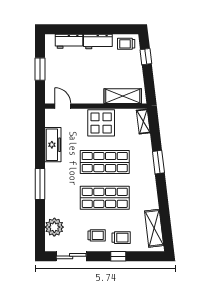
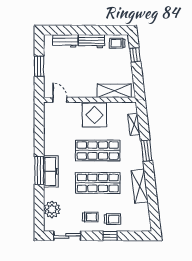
shelving: (143, 121) -> (134, 124), moved
freezer: (53, 145) -> (51, 171), moved
shelving: (154, 228) -> (140, 186), moved

